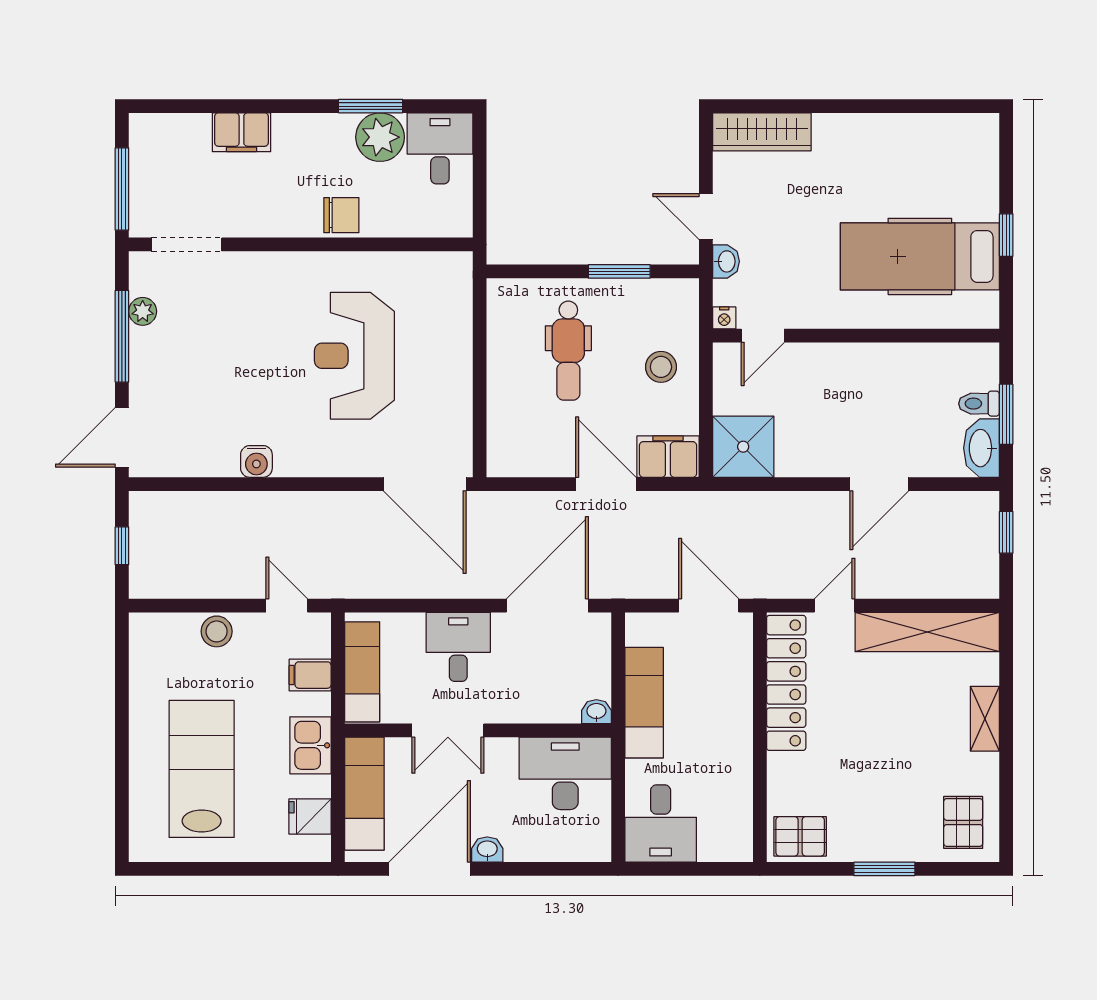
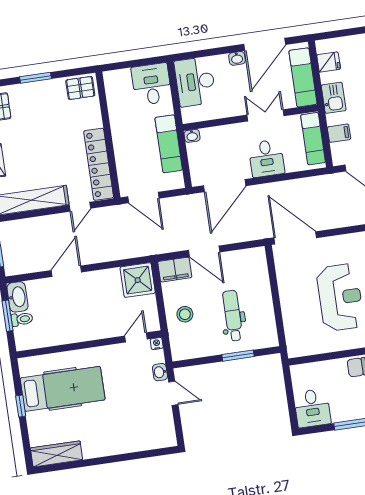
wardrobe: (762, 132) -> (57, 454), moved
plant: (380, 137) -> (343, 409), removed
window: (619, 271) -> (238, 356), moved
desk: (565, 773) -> (195, 82), moved, turned 90

